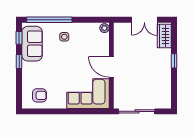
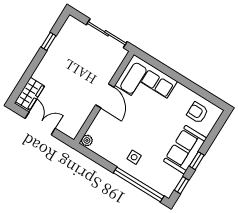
sofa: (32, 44) -> (185, 150), moved
window: (174, 61) -> (48, 41), moved

